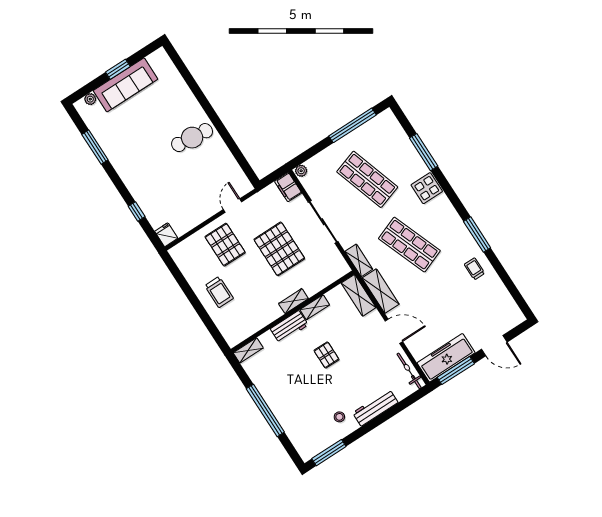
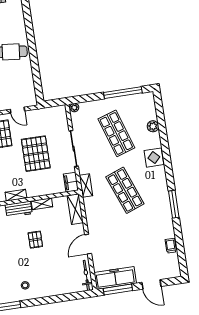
plant: (408, 150) -> (153, 126), added
window: (424, 152) -> (163, 132), removed
filing cabinet: (288, 187) -> (71, 182), moved
door: (233, 206) -> (17, 110), swing flipped
trolley: (474, 269) -> (171, 246), moved
shelving: (381, 291) -> (91, 213), removed
shelving: (293, 301) -> (16, 195), moved
door: (394, 331) -> (88, 244), swing flipped
workbench: (375, 408) -> (52, 290), removed

